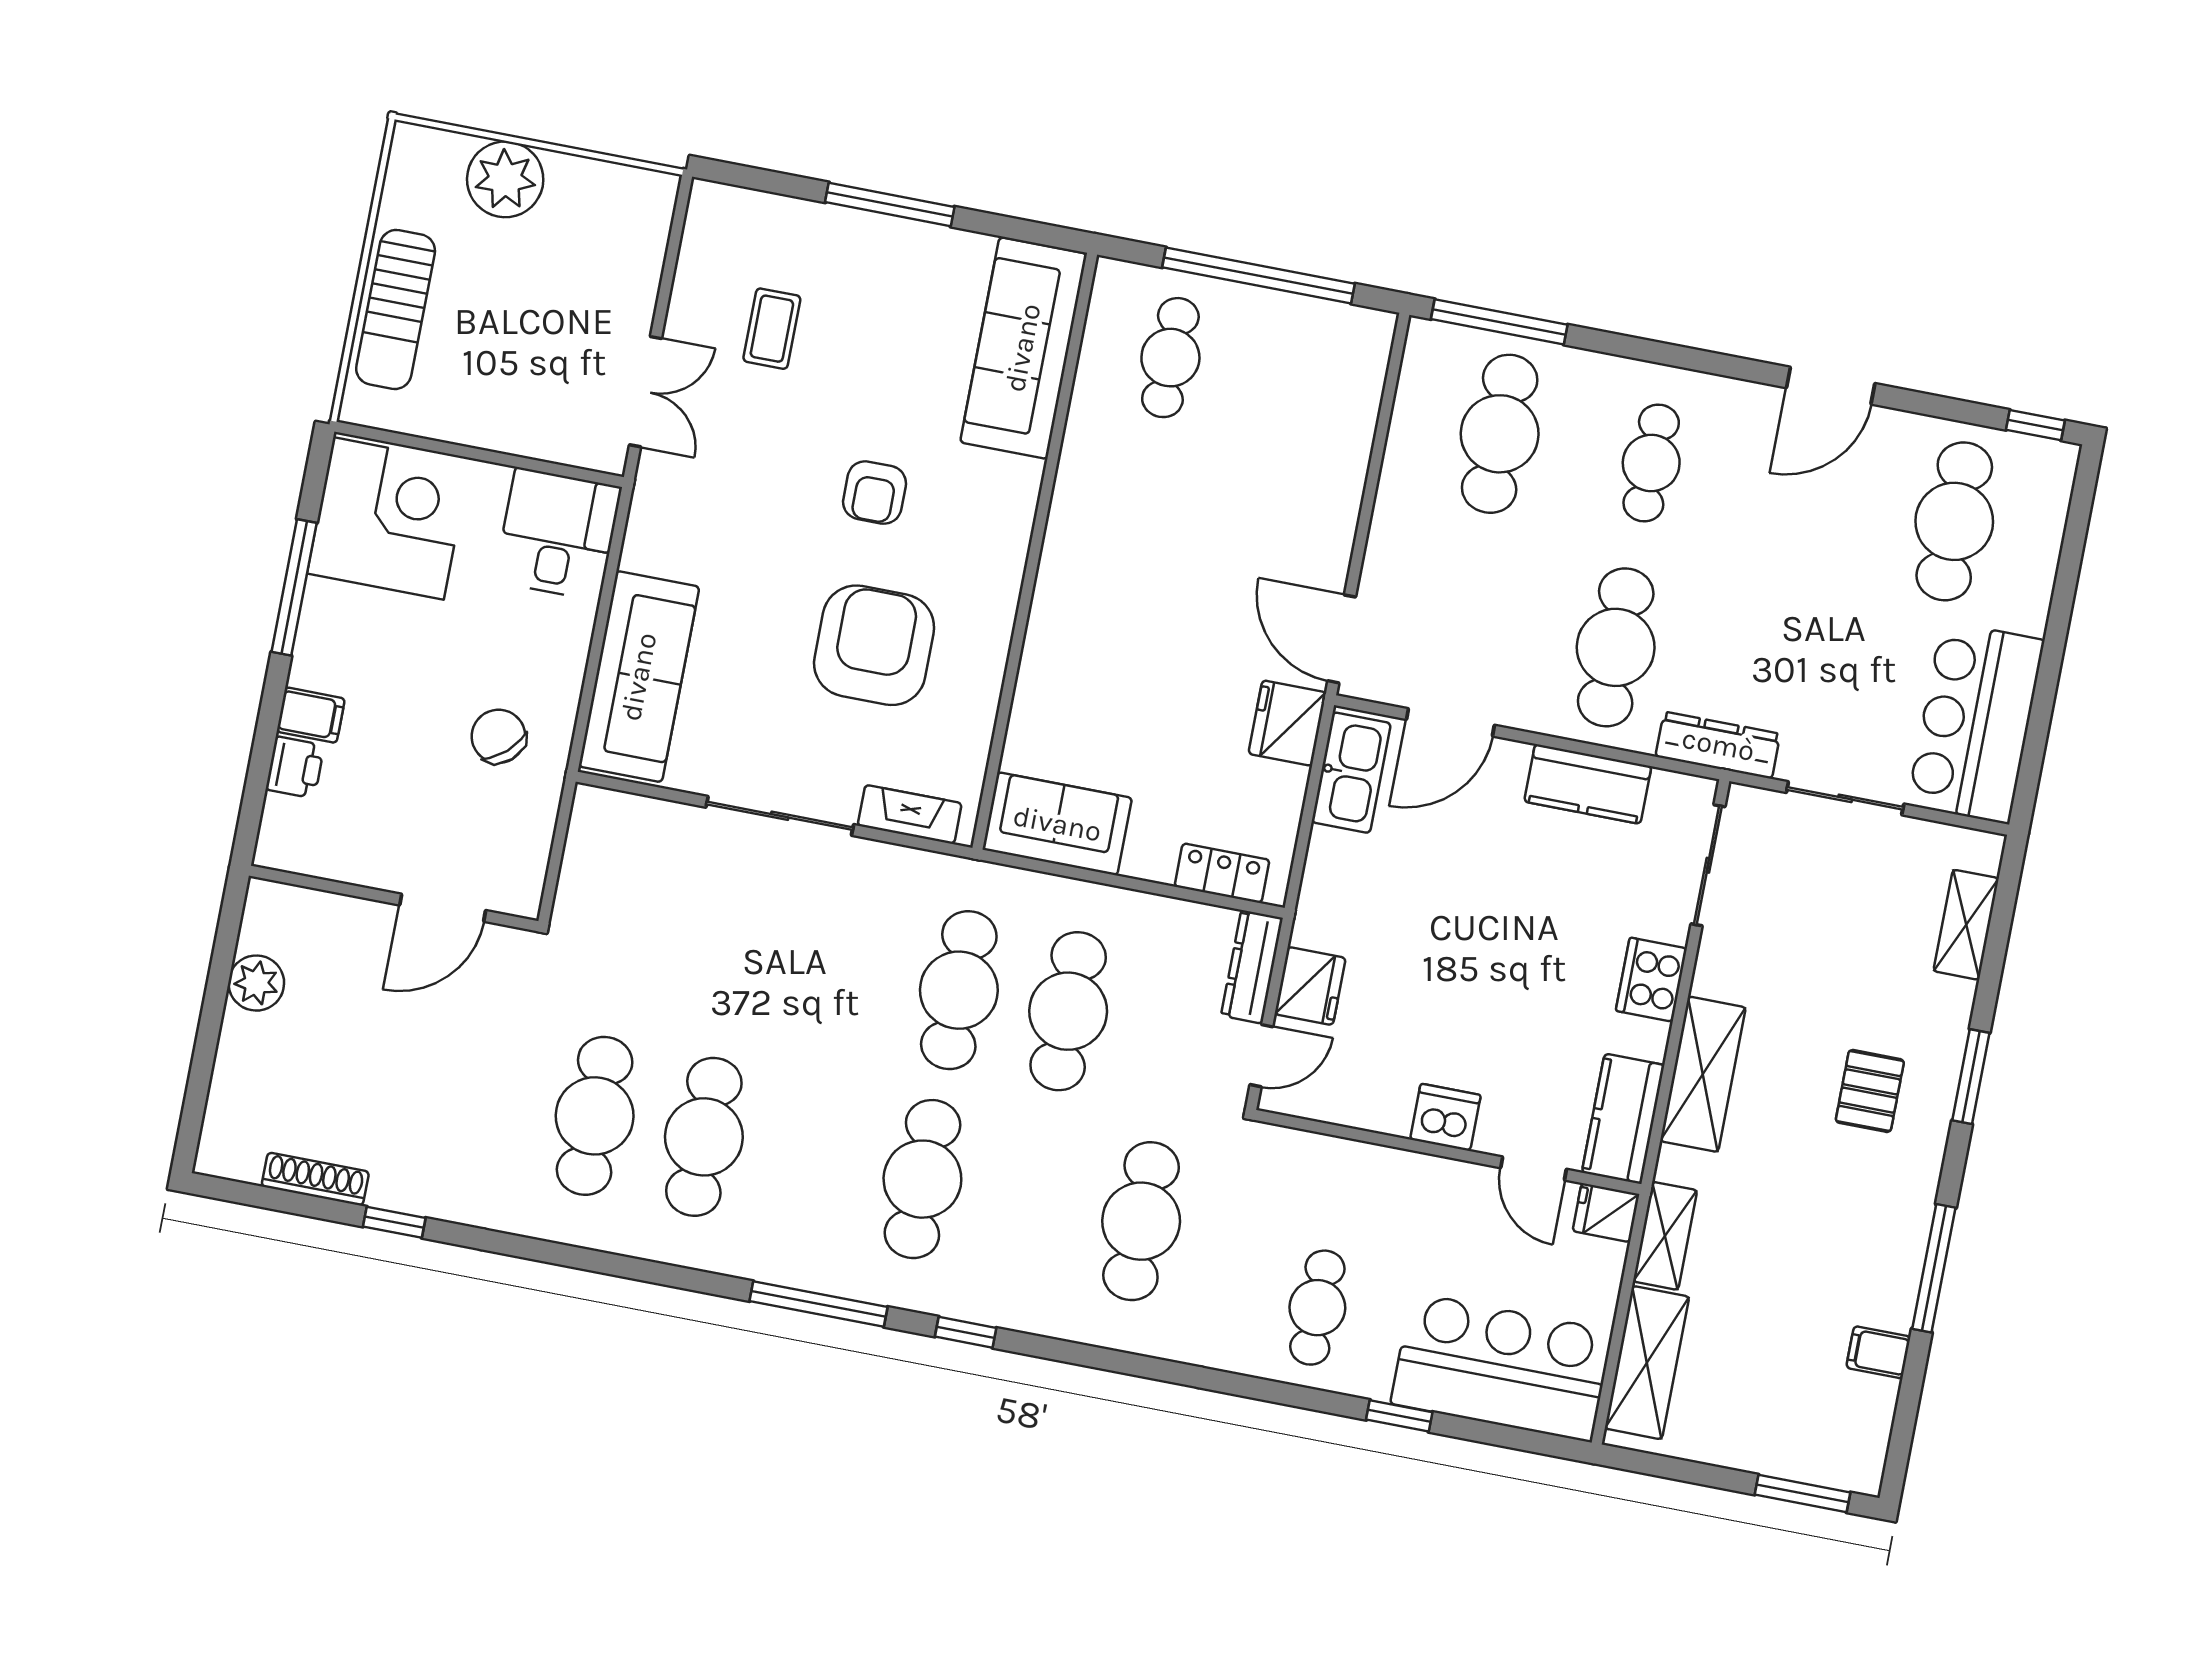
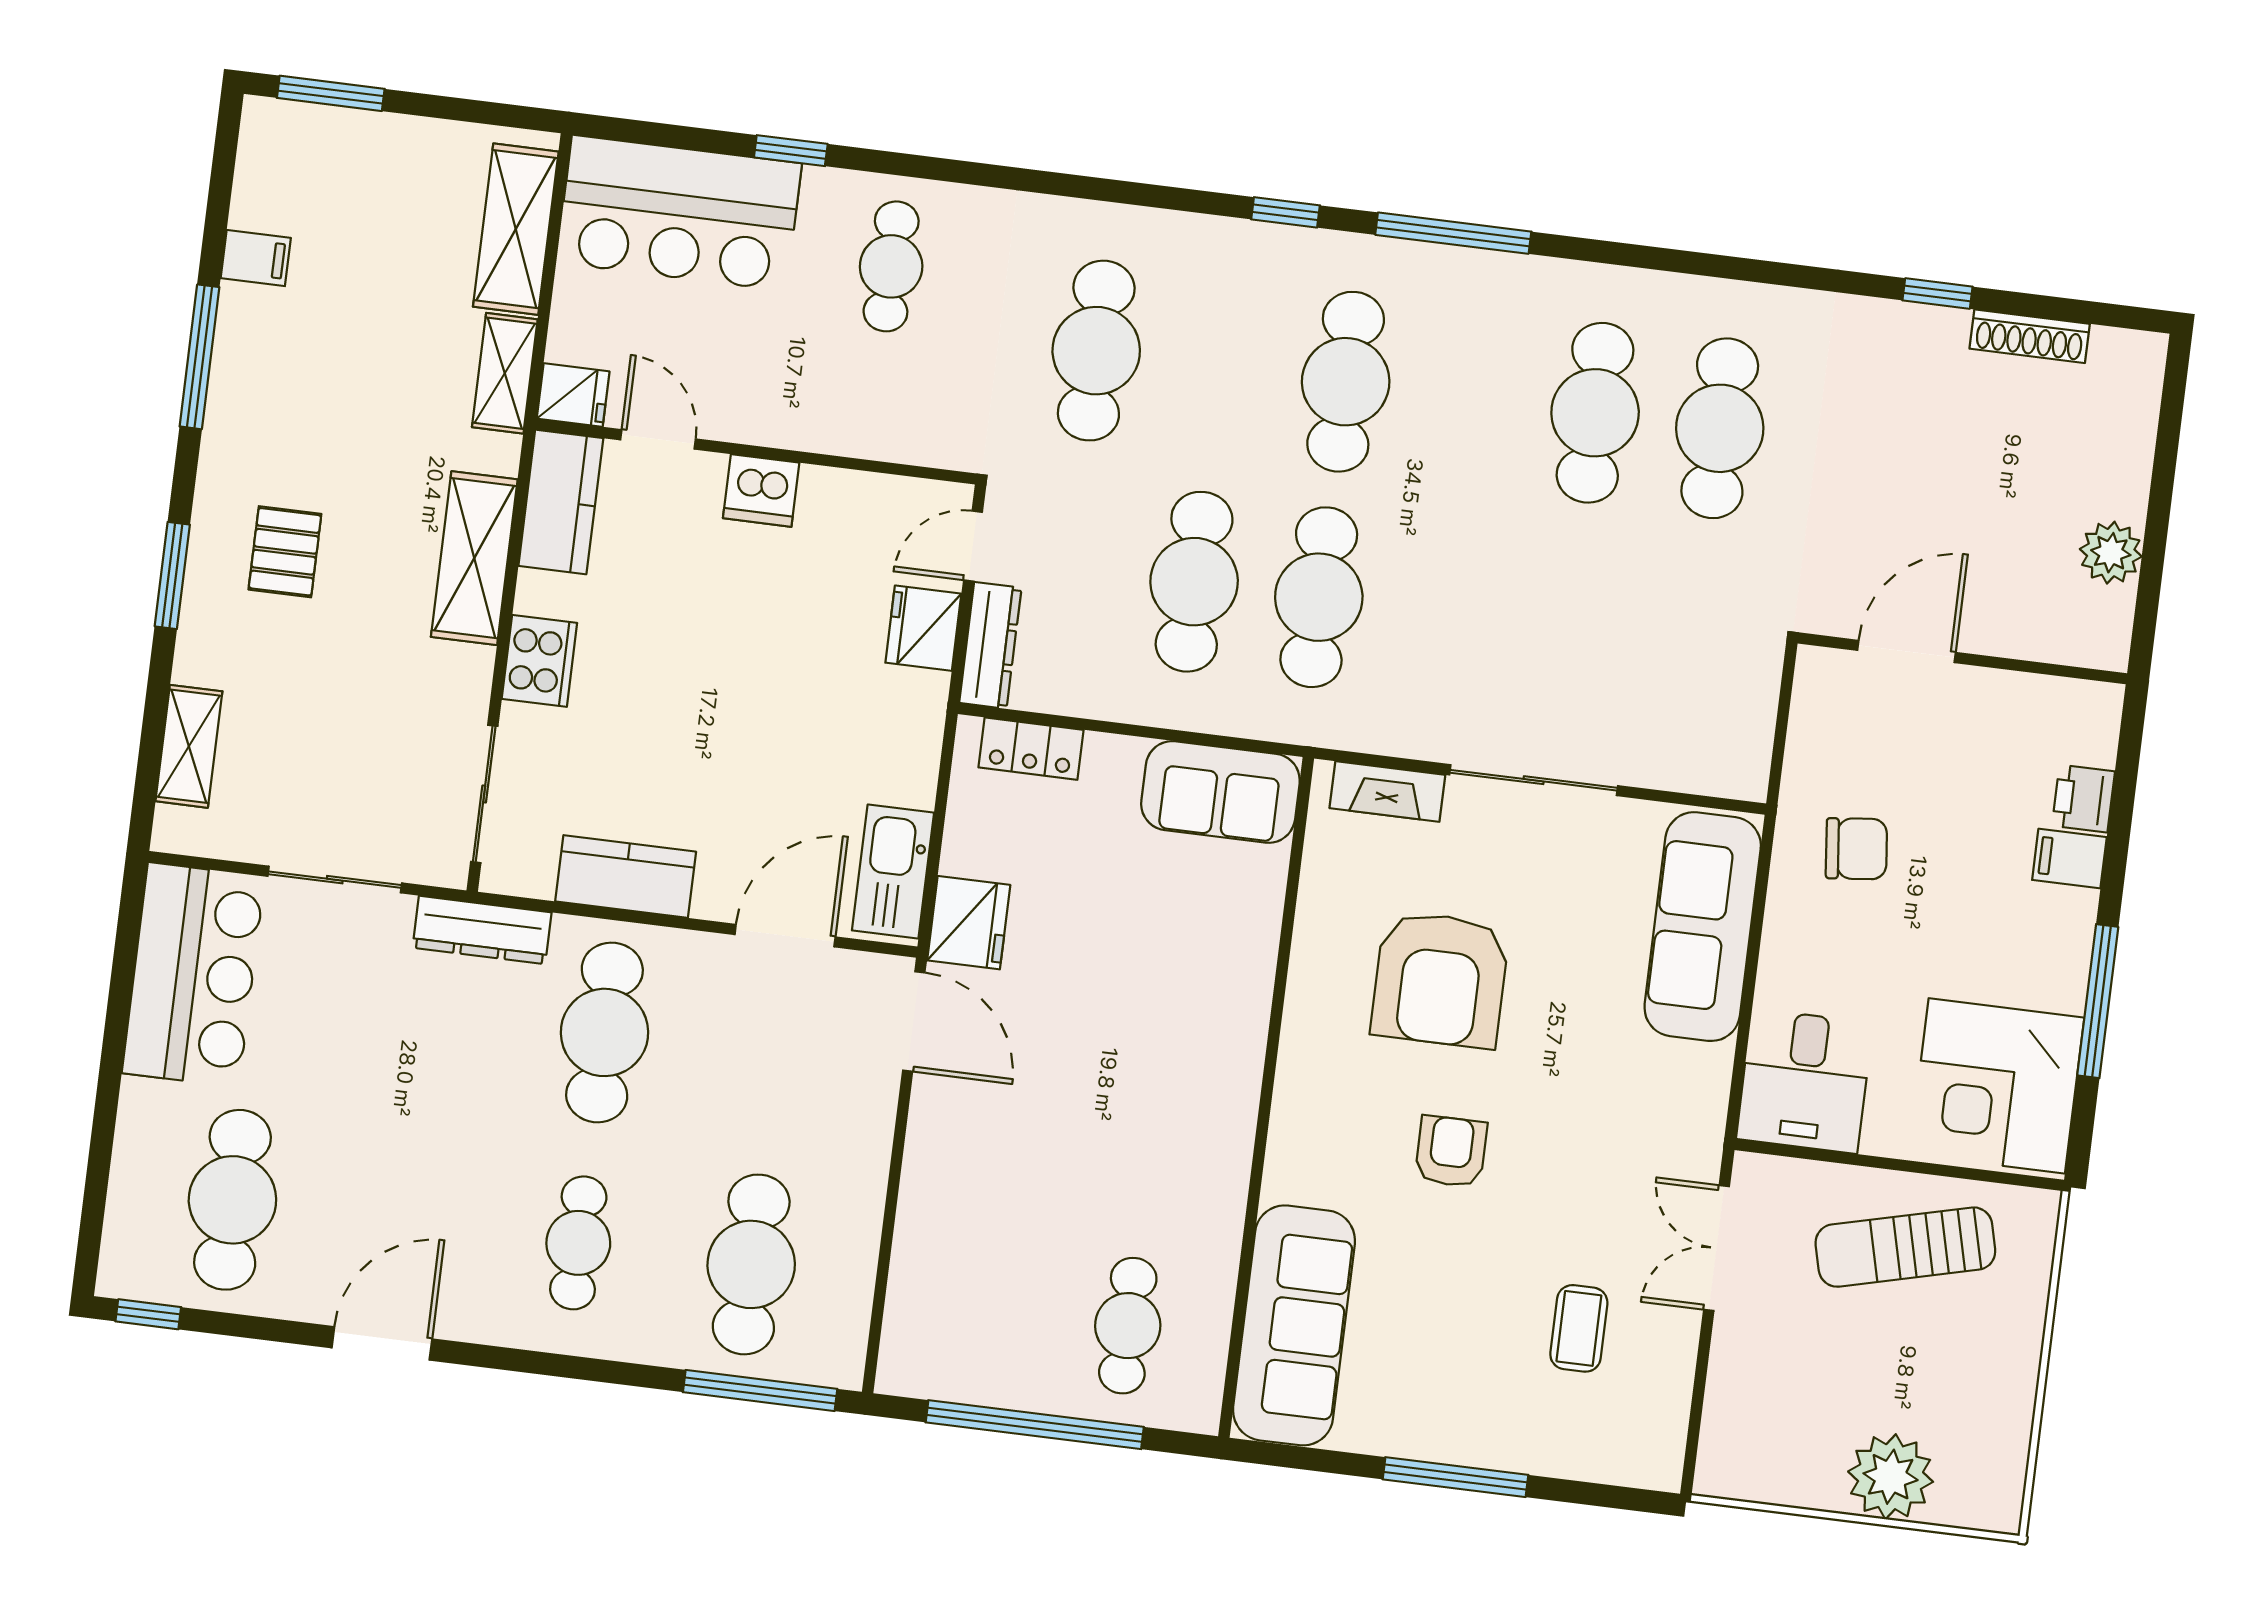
sun lounger: (396, 309) -> (1905, 1247), moved, turned -104
chair: (498, 736) -> (1856, 849), turned -54

